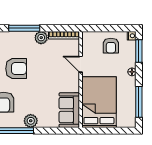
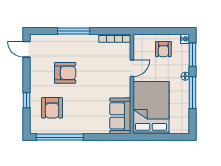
plant: (41, 38) -> (91, 41), removed
door: (81, 64) -> (132, 68), swing flipped
window: (139, 102) -> (192, 93), moved
plant: (31, 121) -> (80, 127), removed

